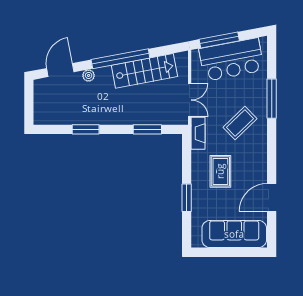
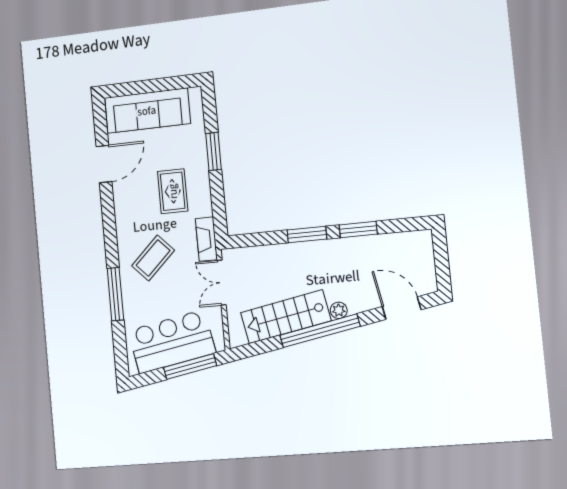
door: (60, 70) -> (402, 308), swing flipped
plant: (89, 75) -> (339, 310), moved
window: (147, 129) -> (307, 235), moved

